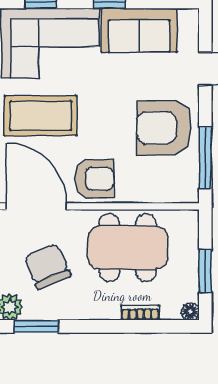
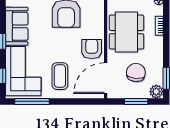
coffee table: (41, 116) -> (60, 76), width x0.73, depth x0.76
chair: (48, 266) -> (136, 72), turned 119

